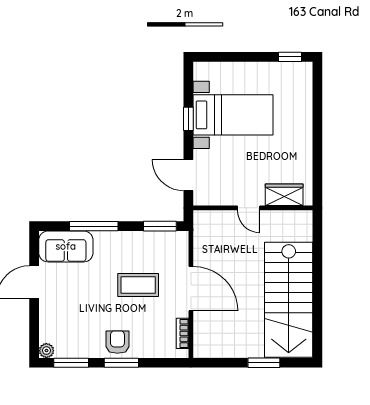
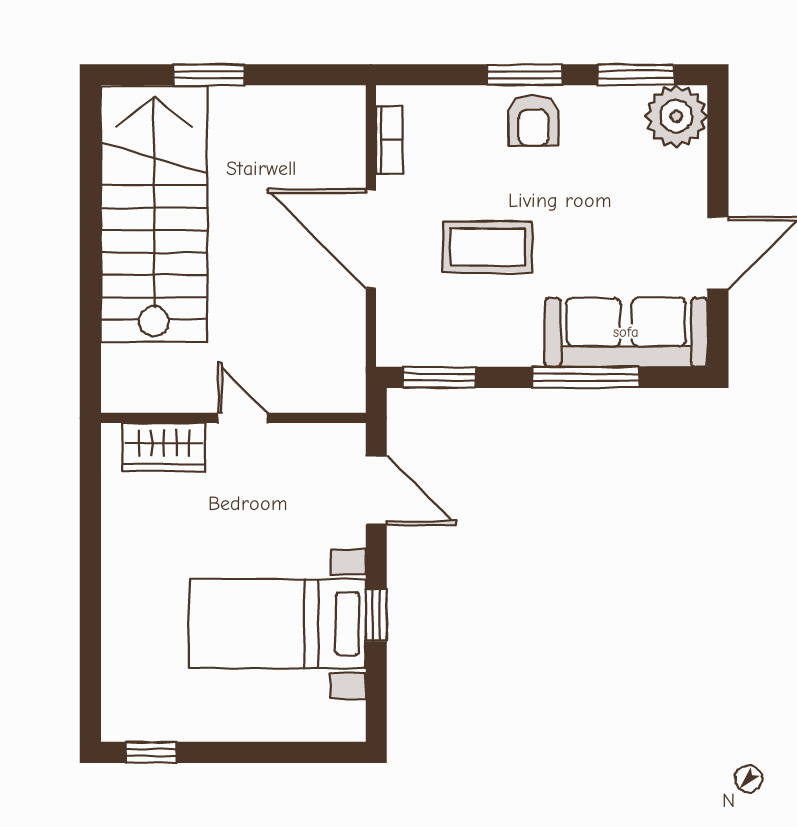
sofa: (66, 246) -> (626, 332), width x1.36
plant: (46, 351) -> (676, 116), width x1.87, depth x1.87

